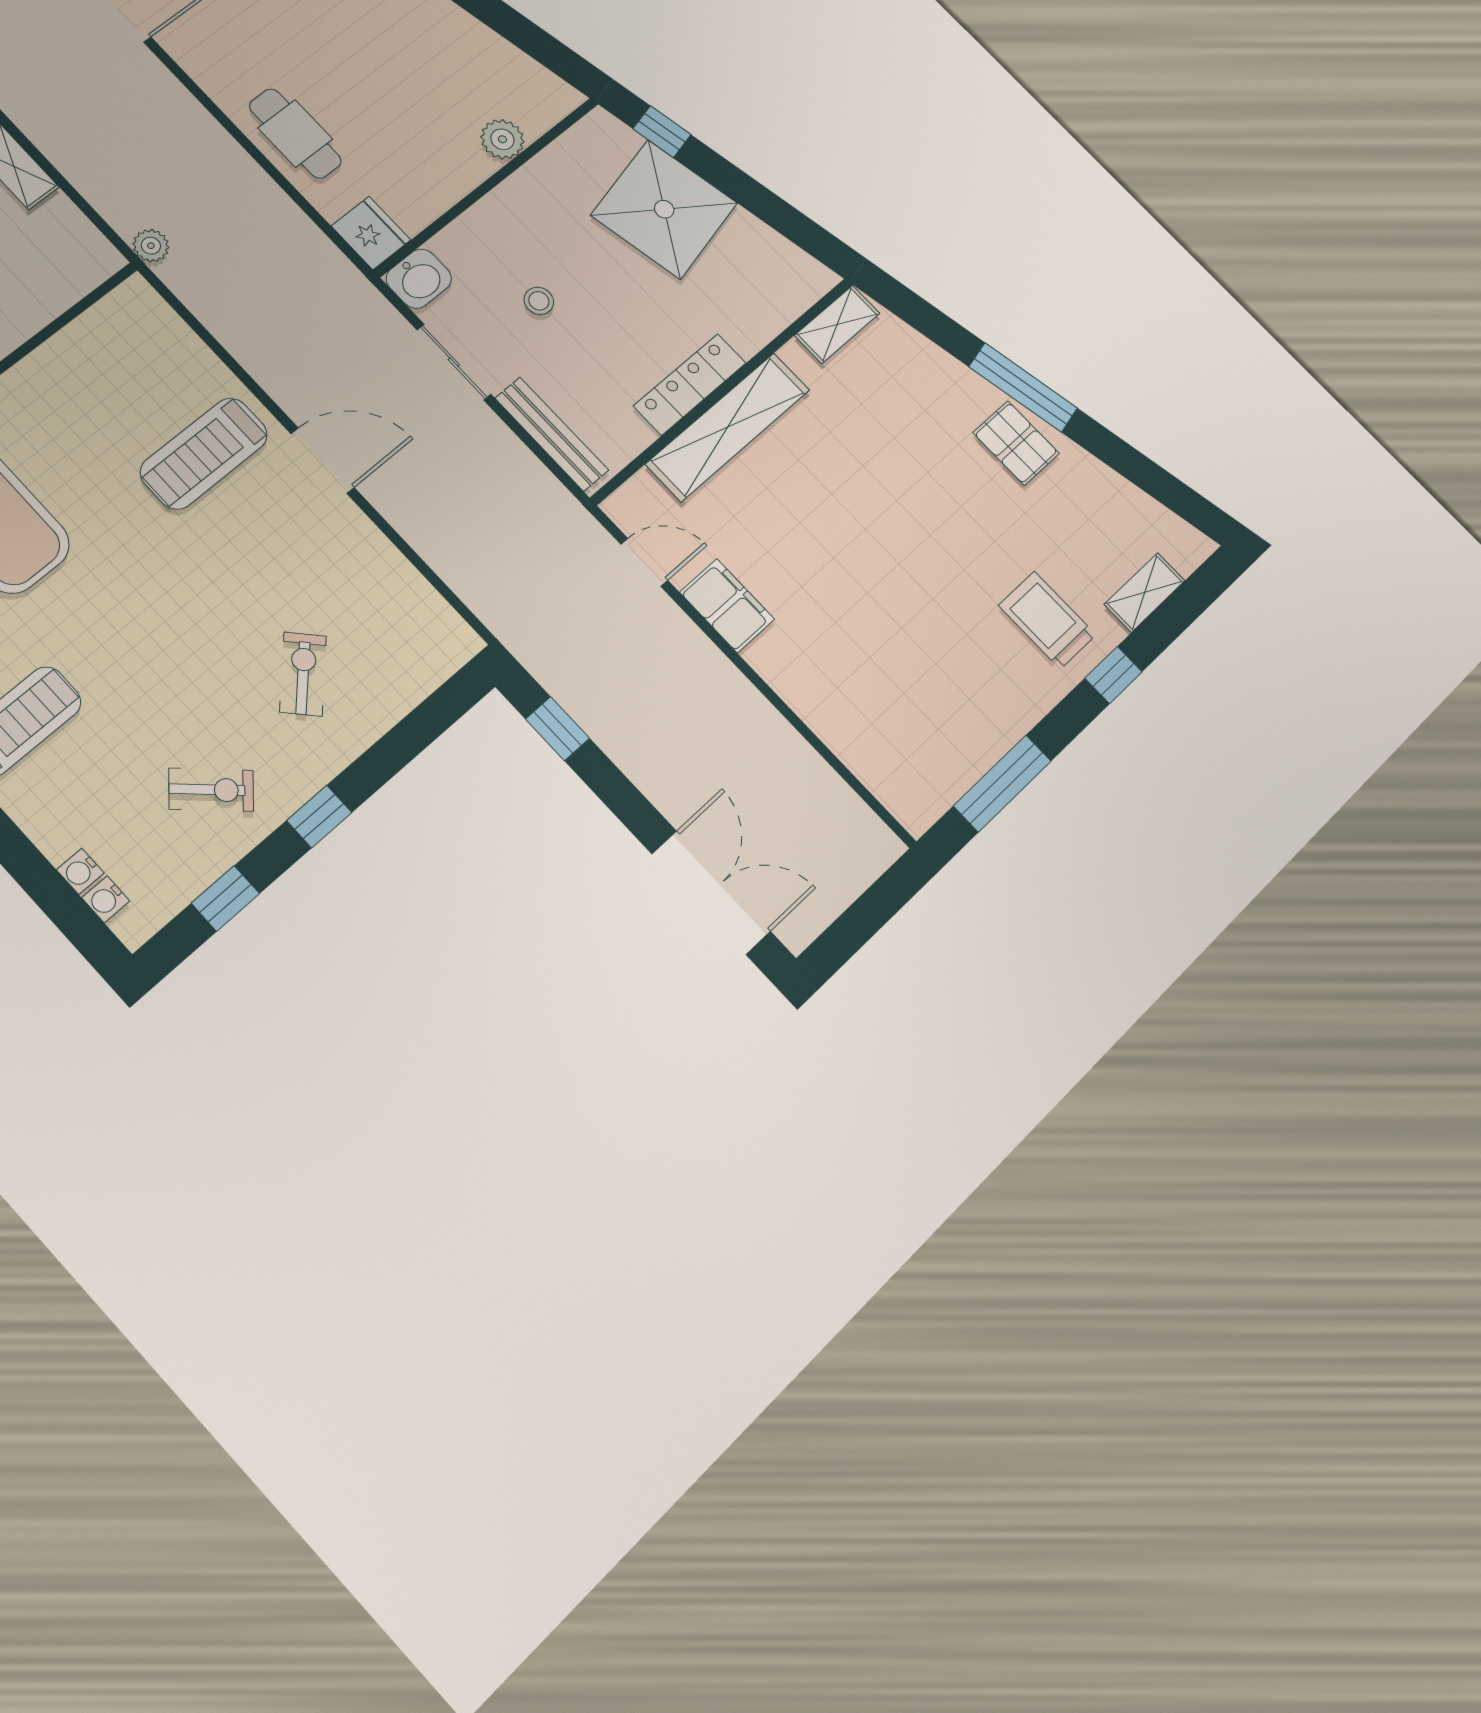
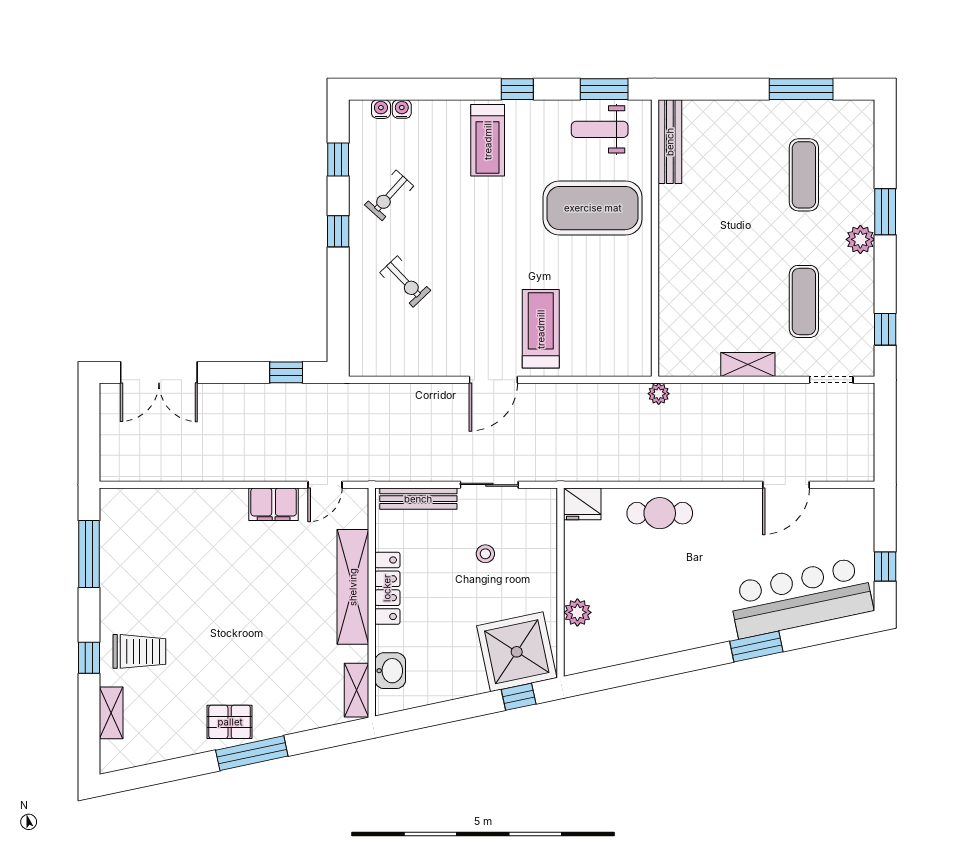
shower: (664, 209) -> (517, 652), moved
washbasin: (419, 279) -> (390, 671), moved, turned 180

